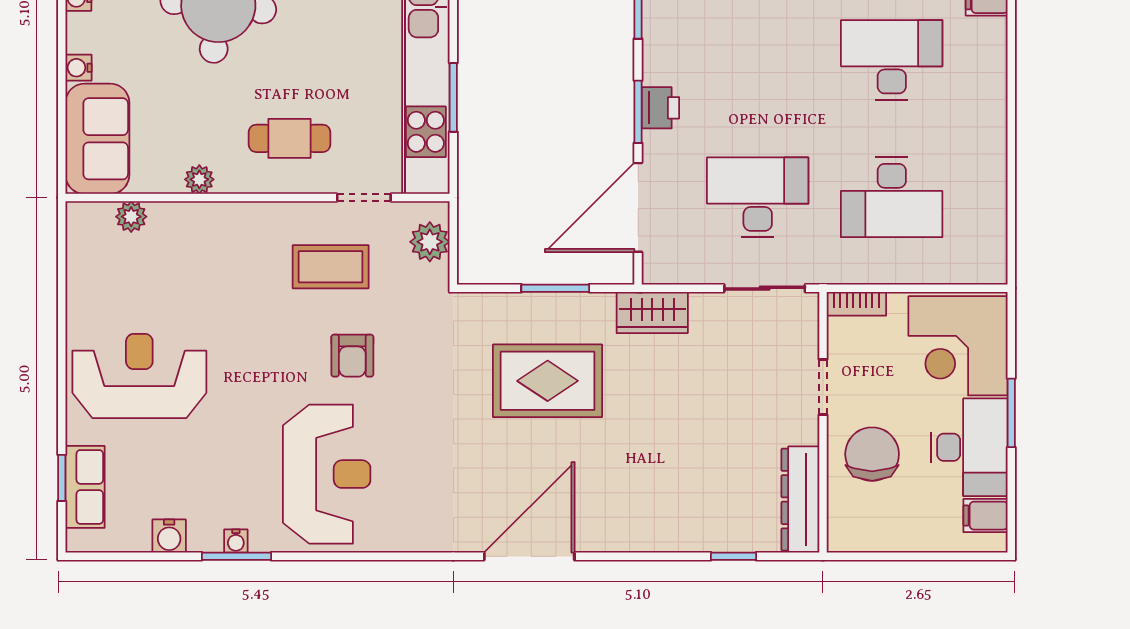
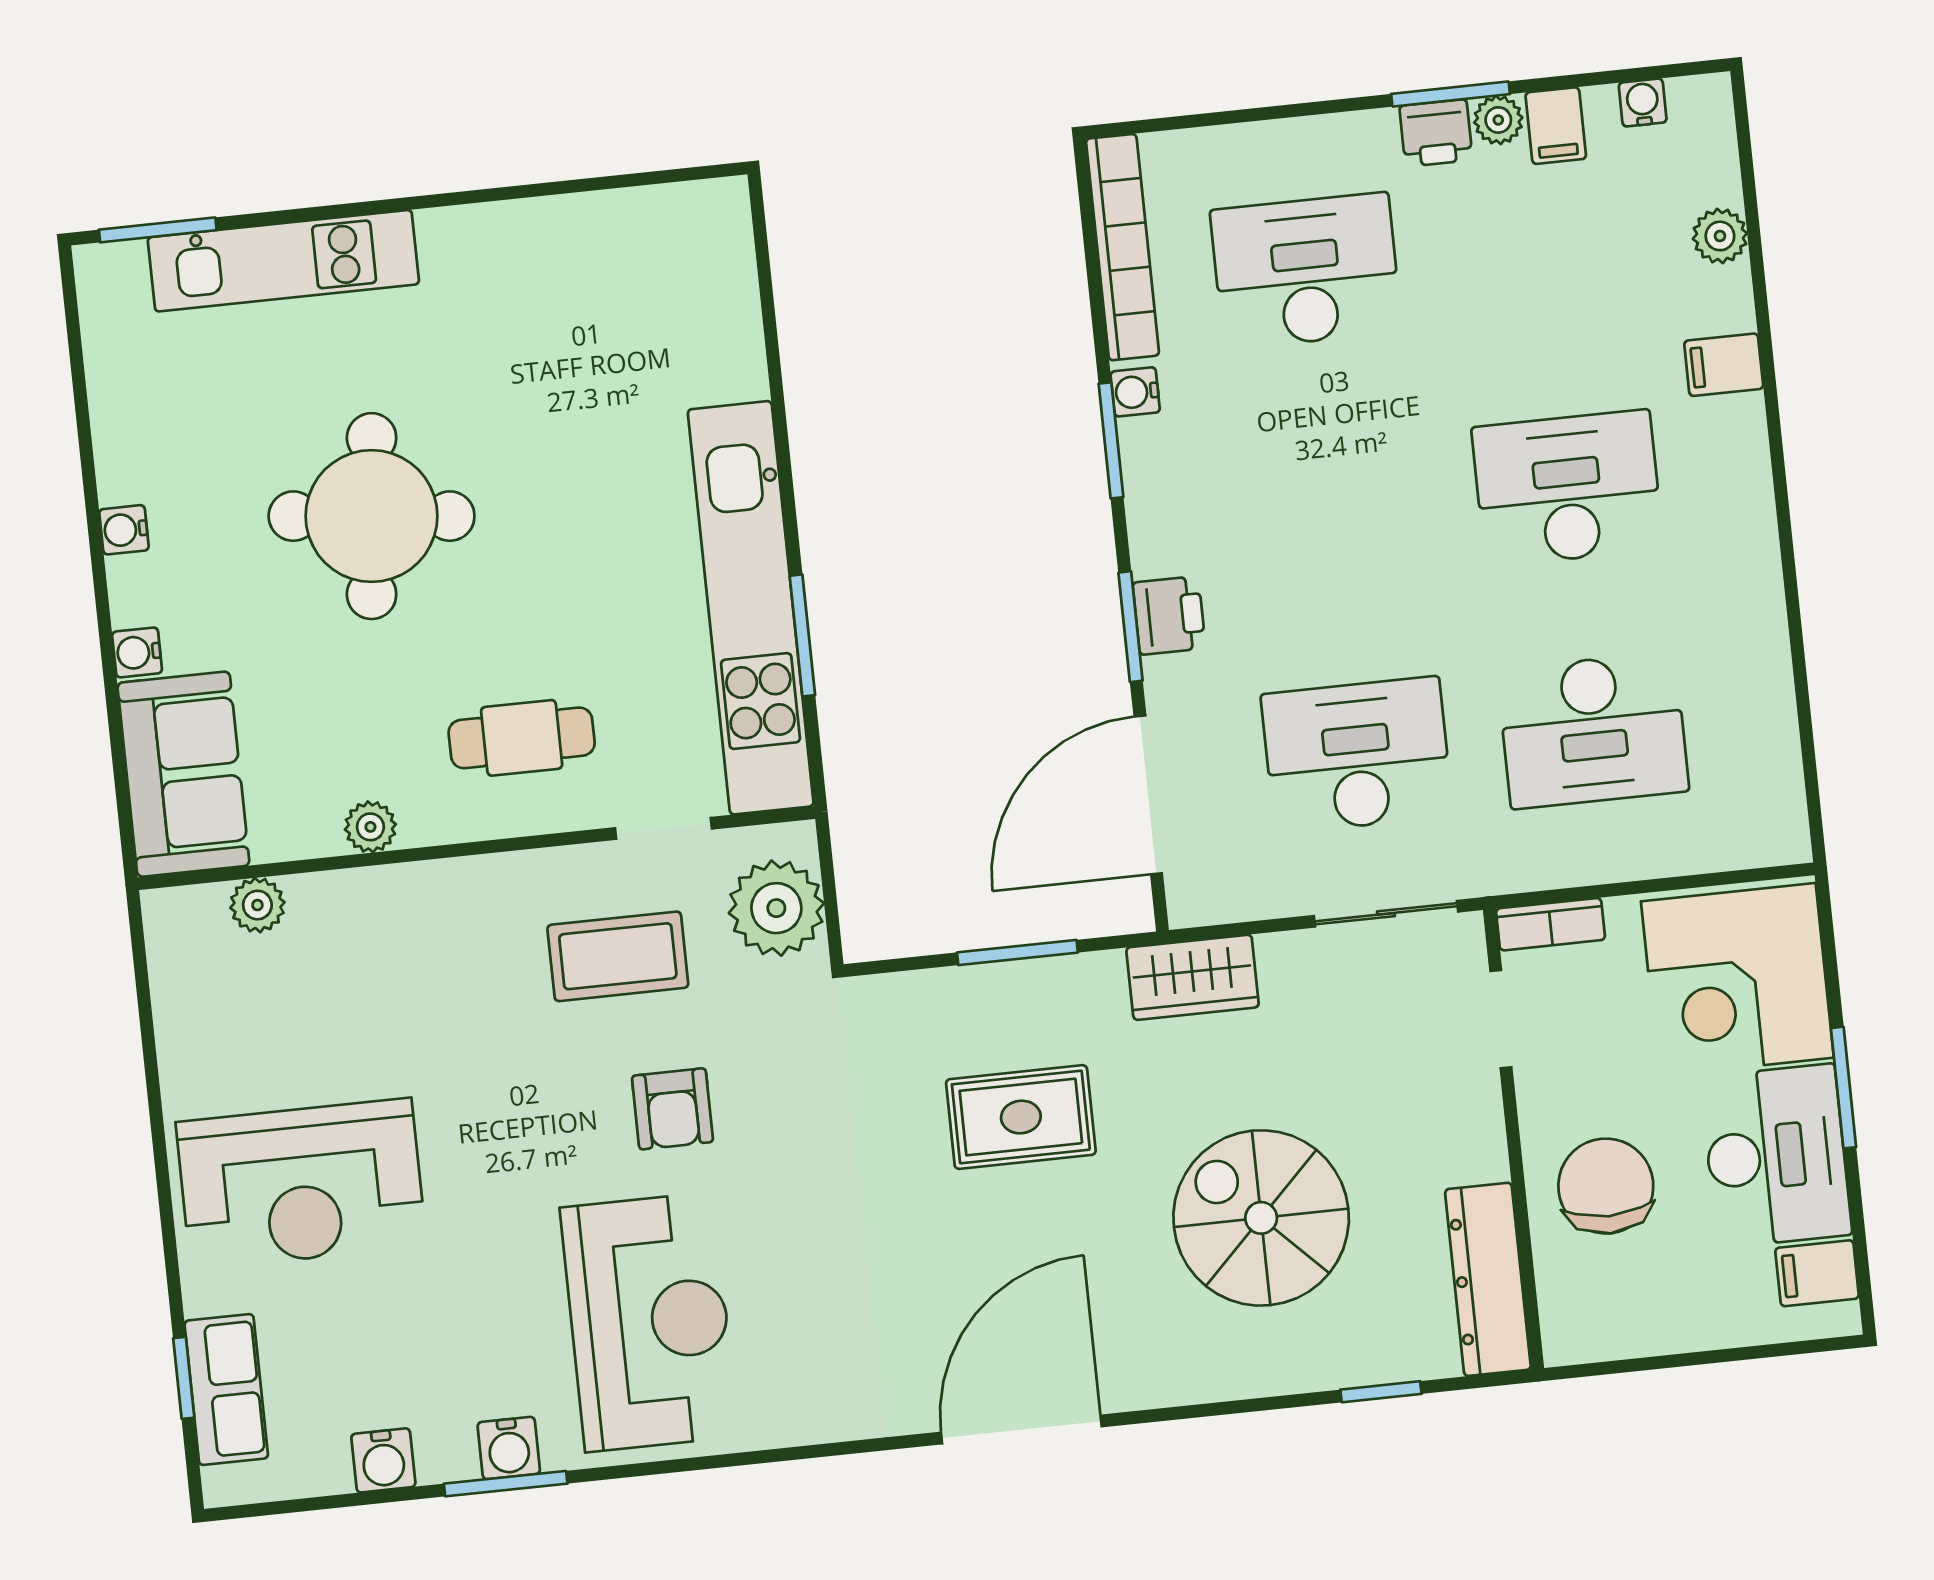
plant: (430, 242) -> (776, 908), width x1.36, depth x1.36
reception desk: (139, 376) -> (301, 1184), turned 180
rug: (548, 381) -> (1021, 1117), width x0.73, depth x0.70
doorway: (823, 387) -> (1501, 1019), moved
spiral stairs: (677, 452) -> (1261, 1218), added
water cooler: (236, 541) -> (509, 1448), width x1.38, depth x1.38

